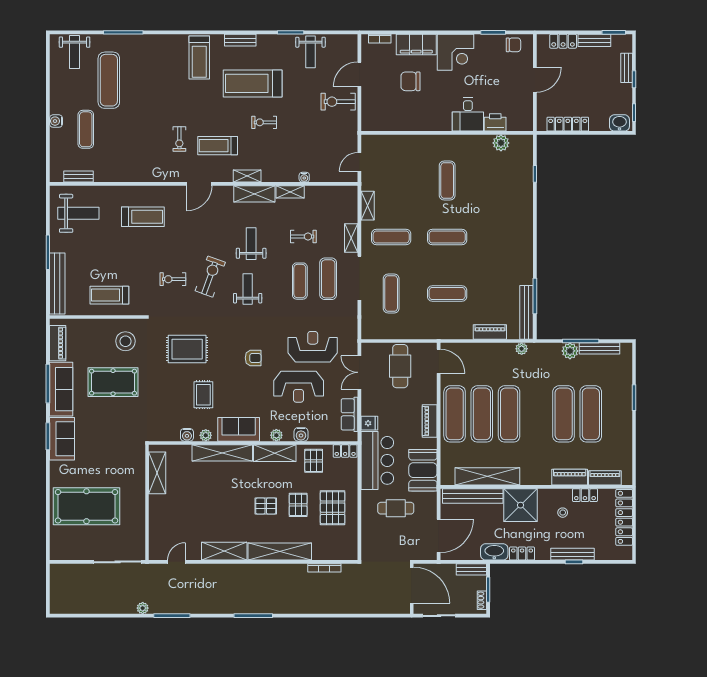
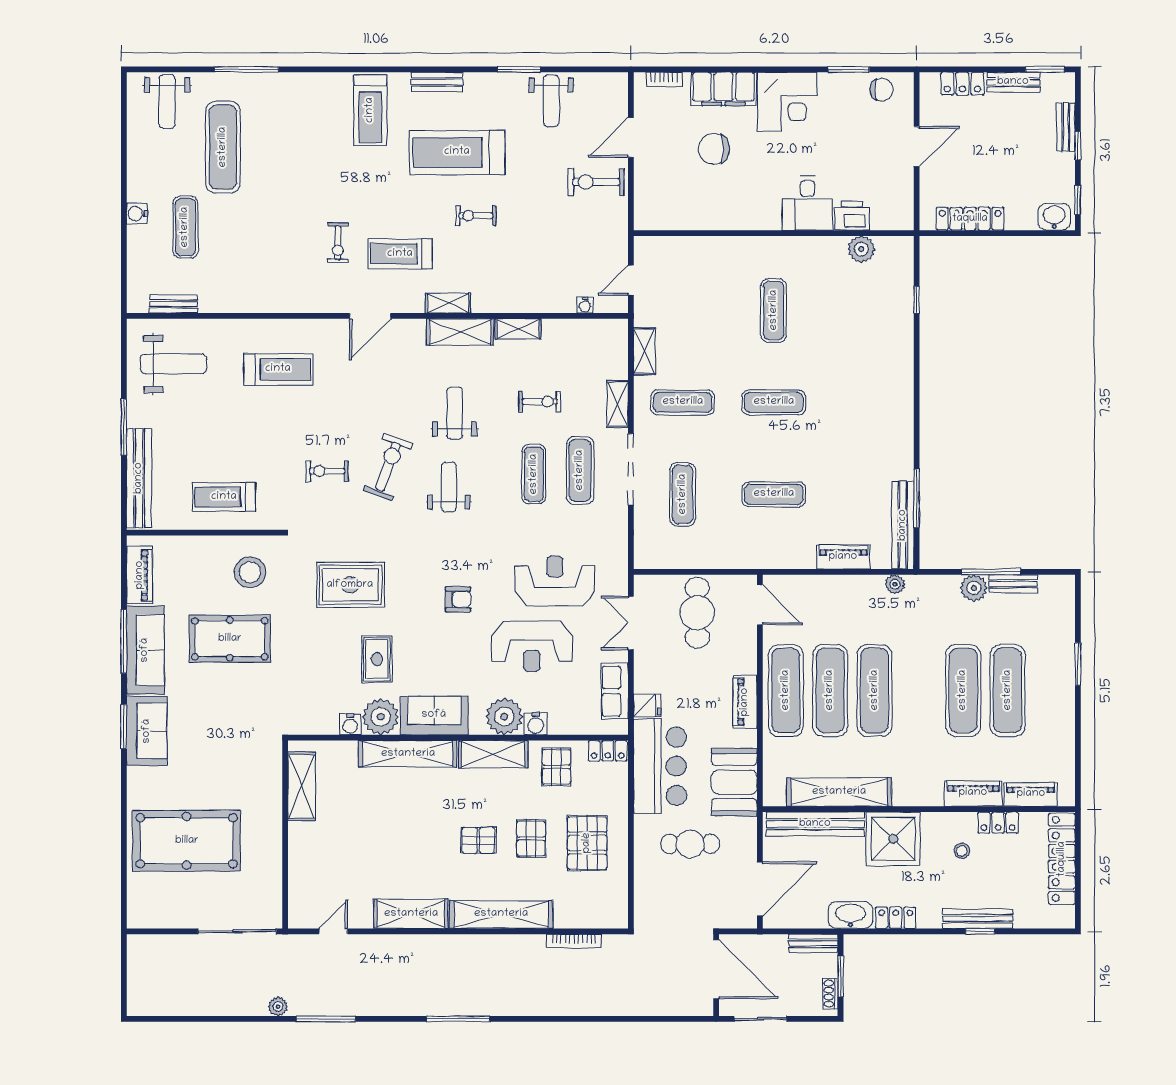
water cooler: (304, 177) -> (585, 305), moved
bench: (600, 348) -> (1013, 584), width x0.73
plant: (206, 435) -> (381, 717), width x1.87, depth x1.87
plant: (276, 435) -> (504, 717), width x1.88, depth x1.88

